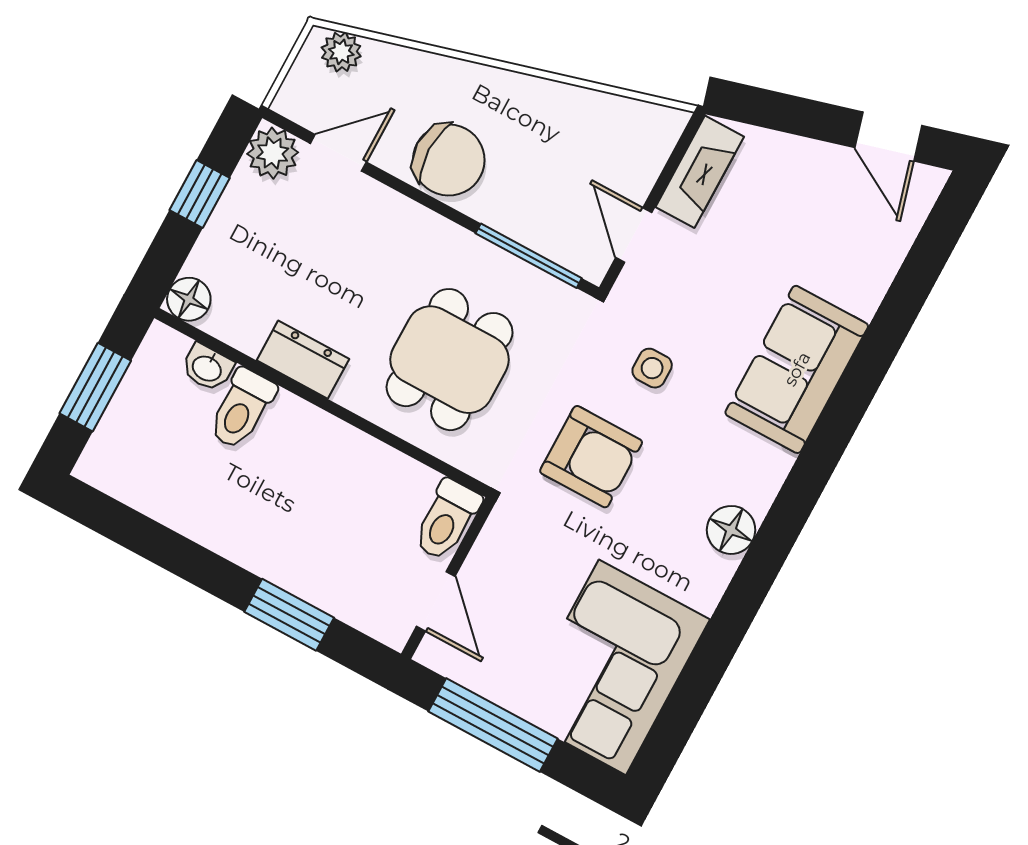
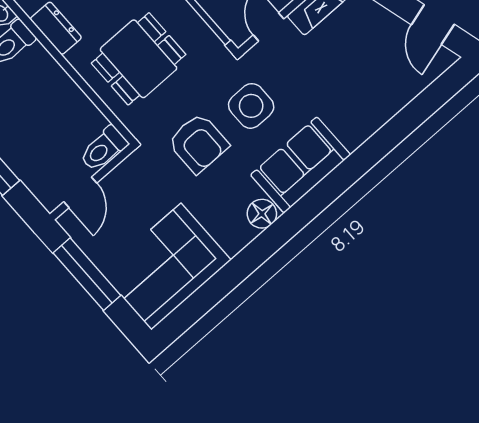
side table: (652, 368) -> (251, 106), width x1.87, depth x1.87
sofa: (797, 369) -> (301, 165), moved

